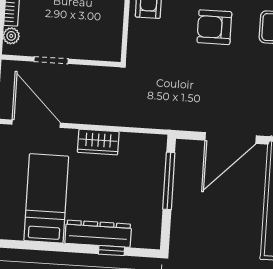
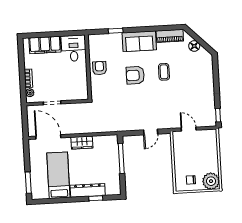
door: (231, 138) -> (151, 132), width x0.53

